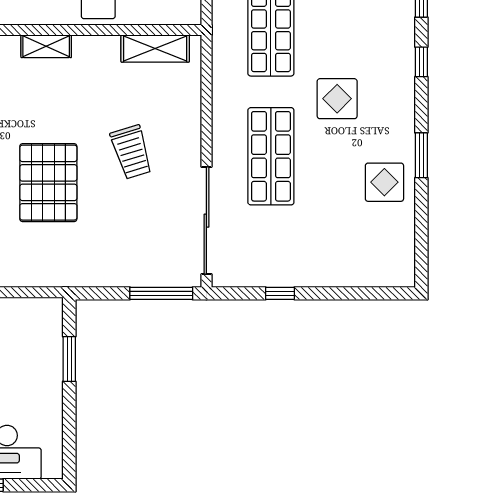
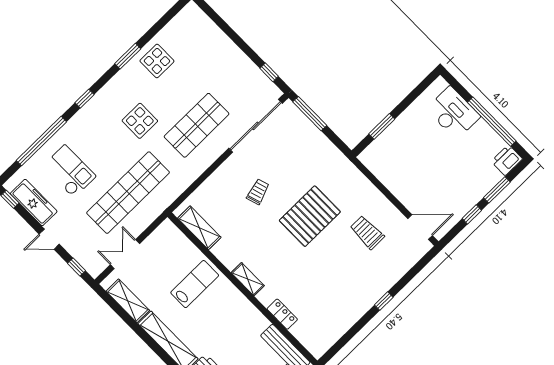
trolley: (131, 152) -> (258, 192), width x0.73, depth x0.72
window: (280, 293) -> (269, 72), moved

